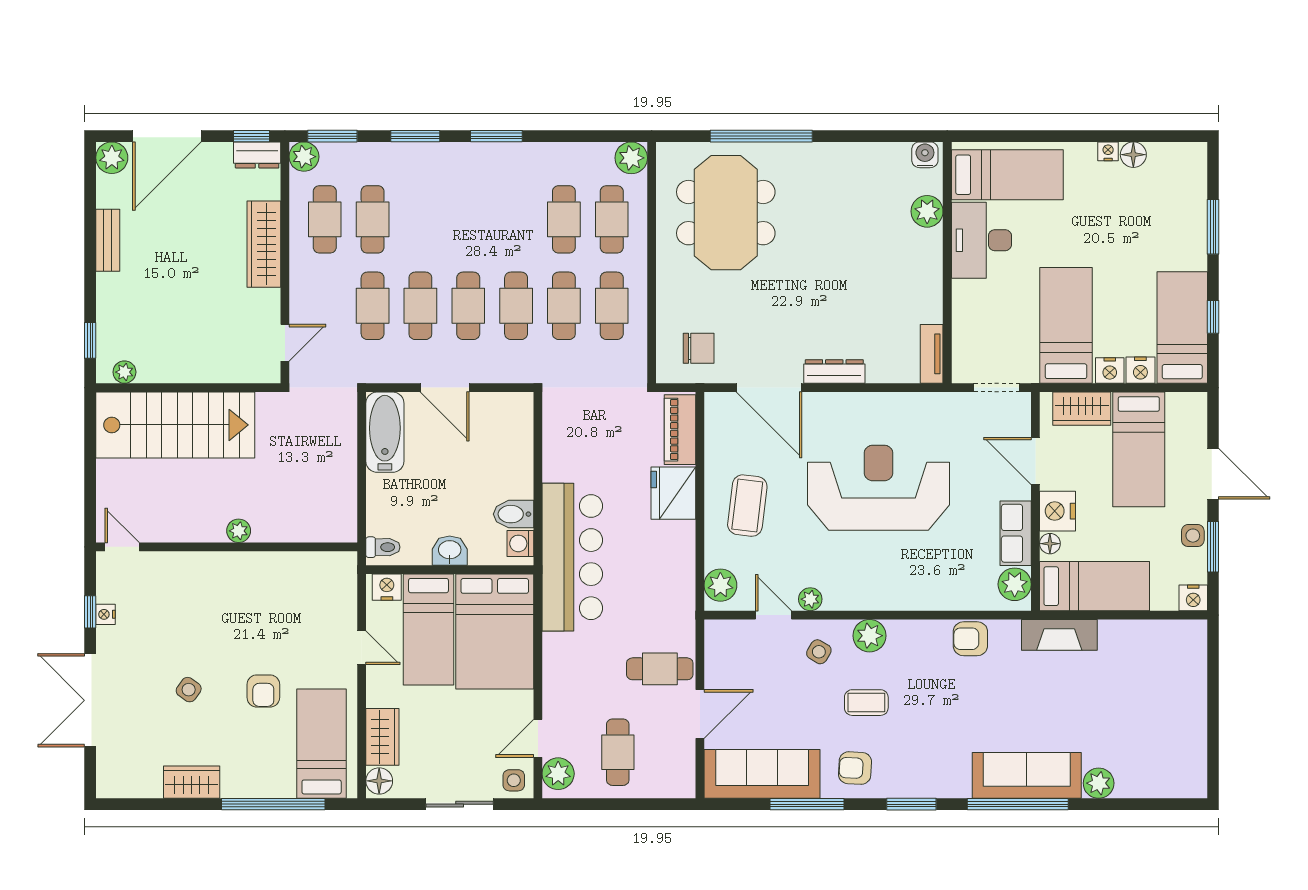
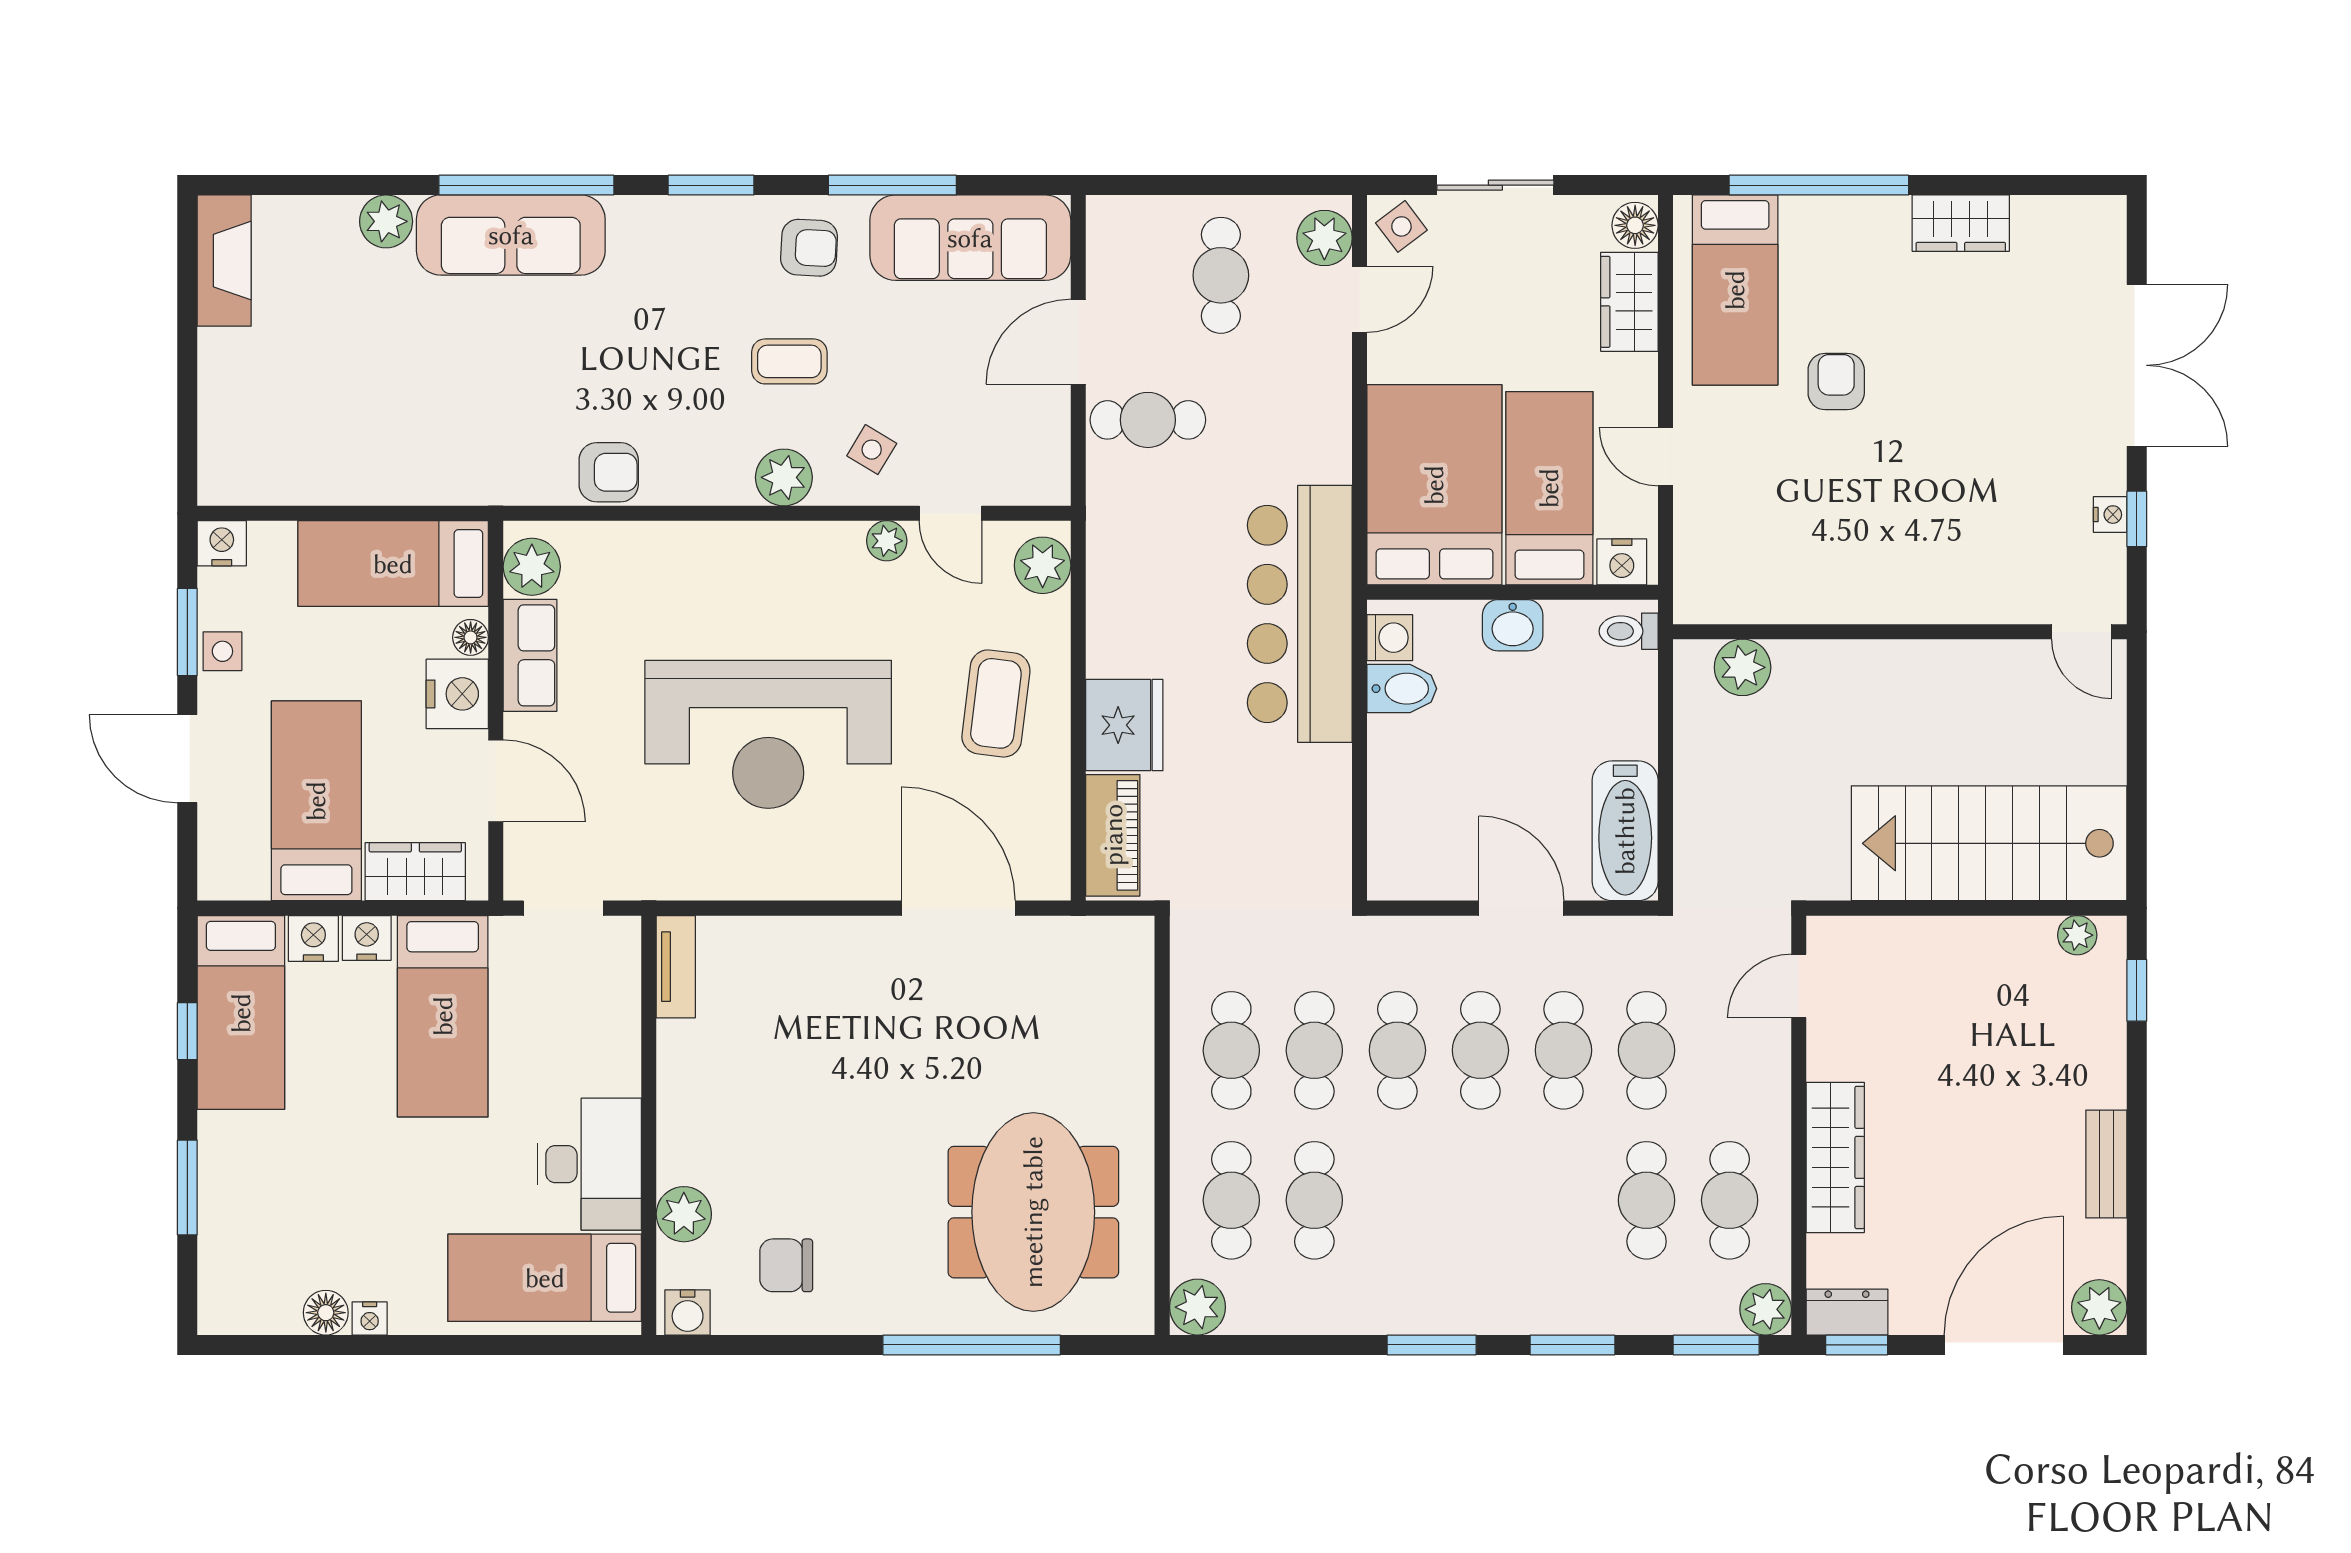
chair: (699, 348) -> (786, 1265), moved
dresser: (834, 371) -> (845, 936), removed
plant: (239, 531) -> (1743, 667), moved, width x1.38, depth x1.38
fireplace: (1059, 635) -> (224, 261), moved, turned 90
side table: (189, 690) -> (1966, 384), removed
side table: (514, 780) -> (1401, 226), turned -37

